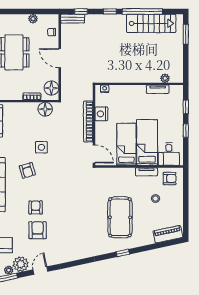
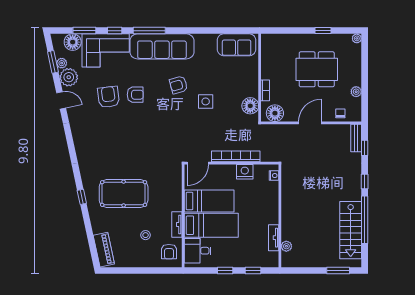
armchair: (38, 230) -> (108, 97), turned -97

